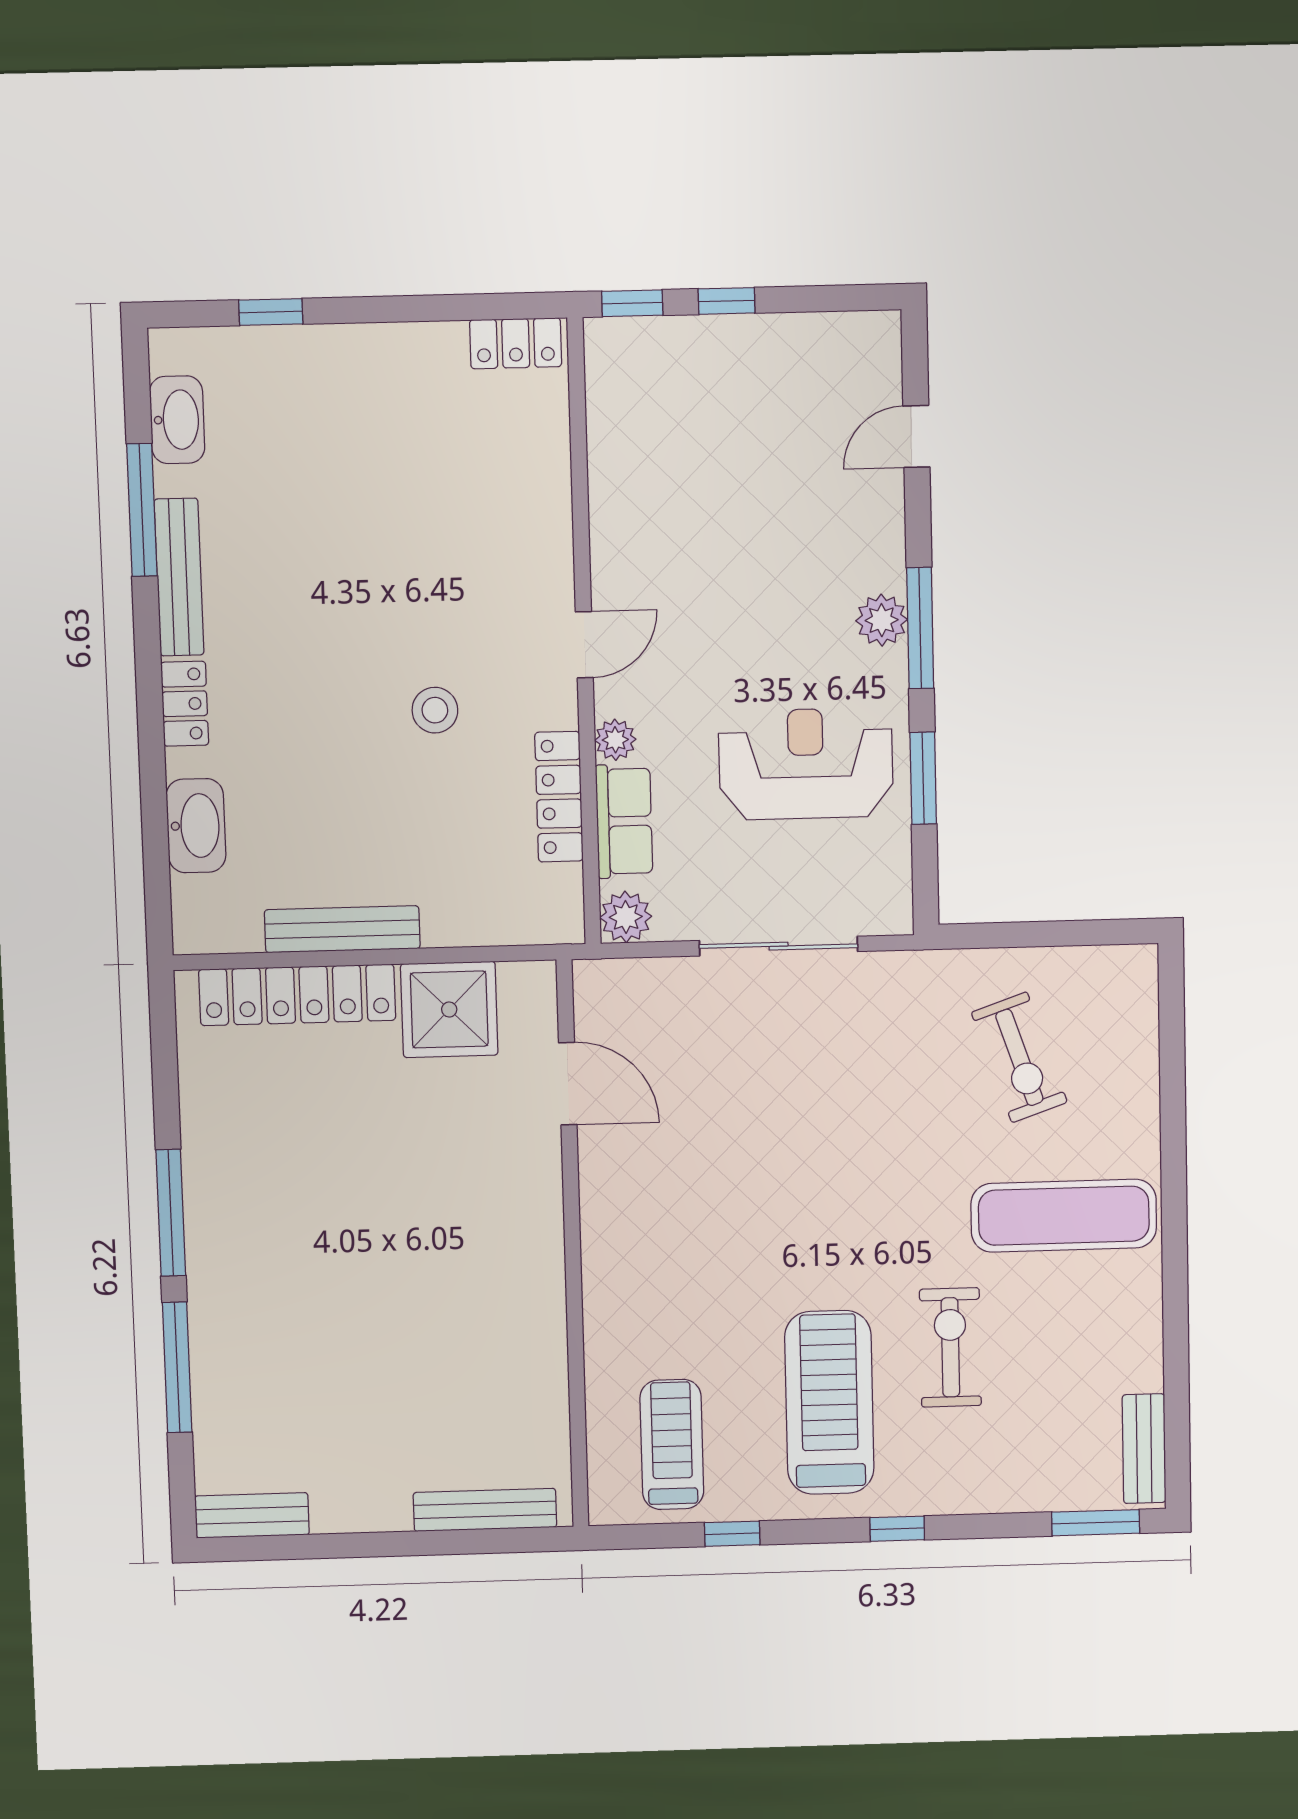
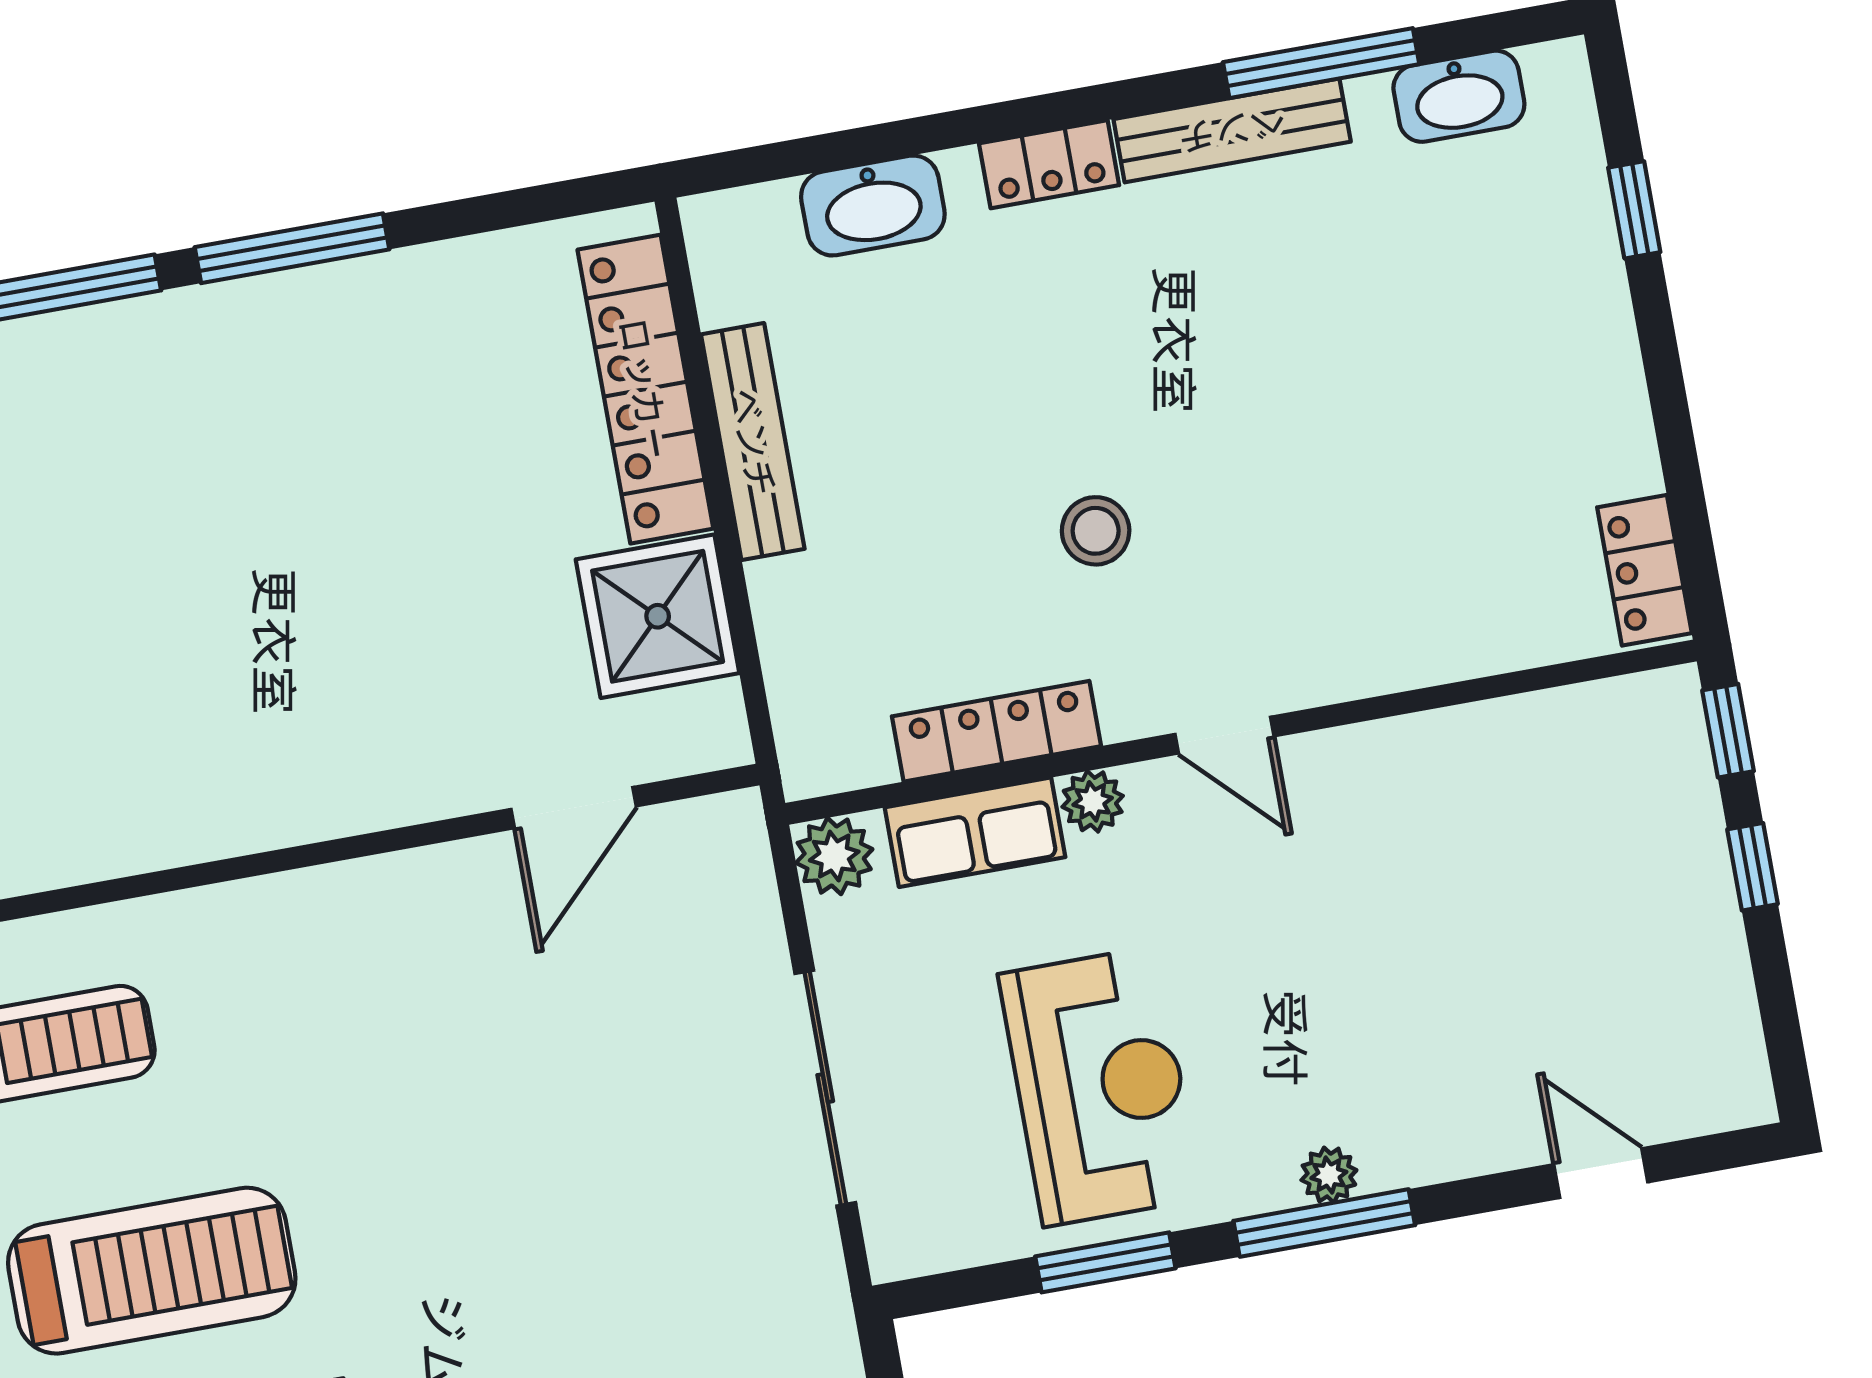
plant: (882, 620) -> (1329, 1175), width x0.73, depth x0.73

